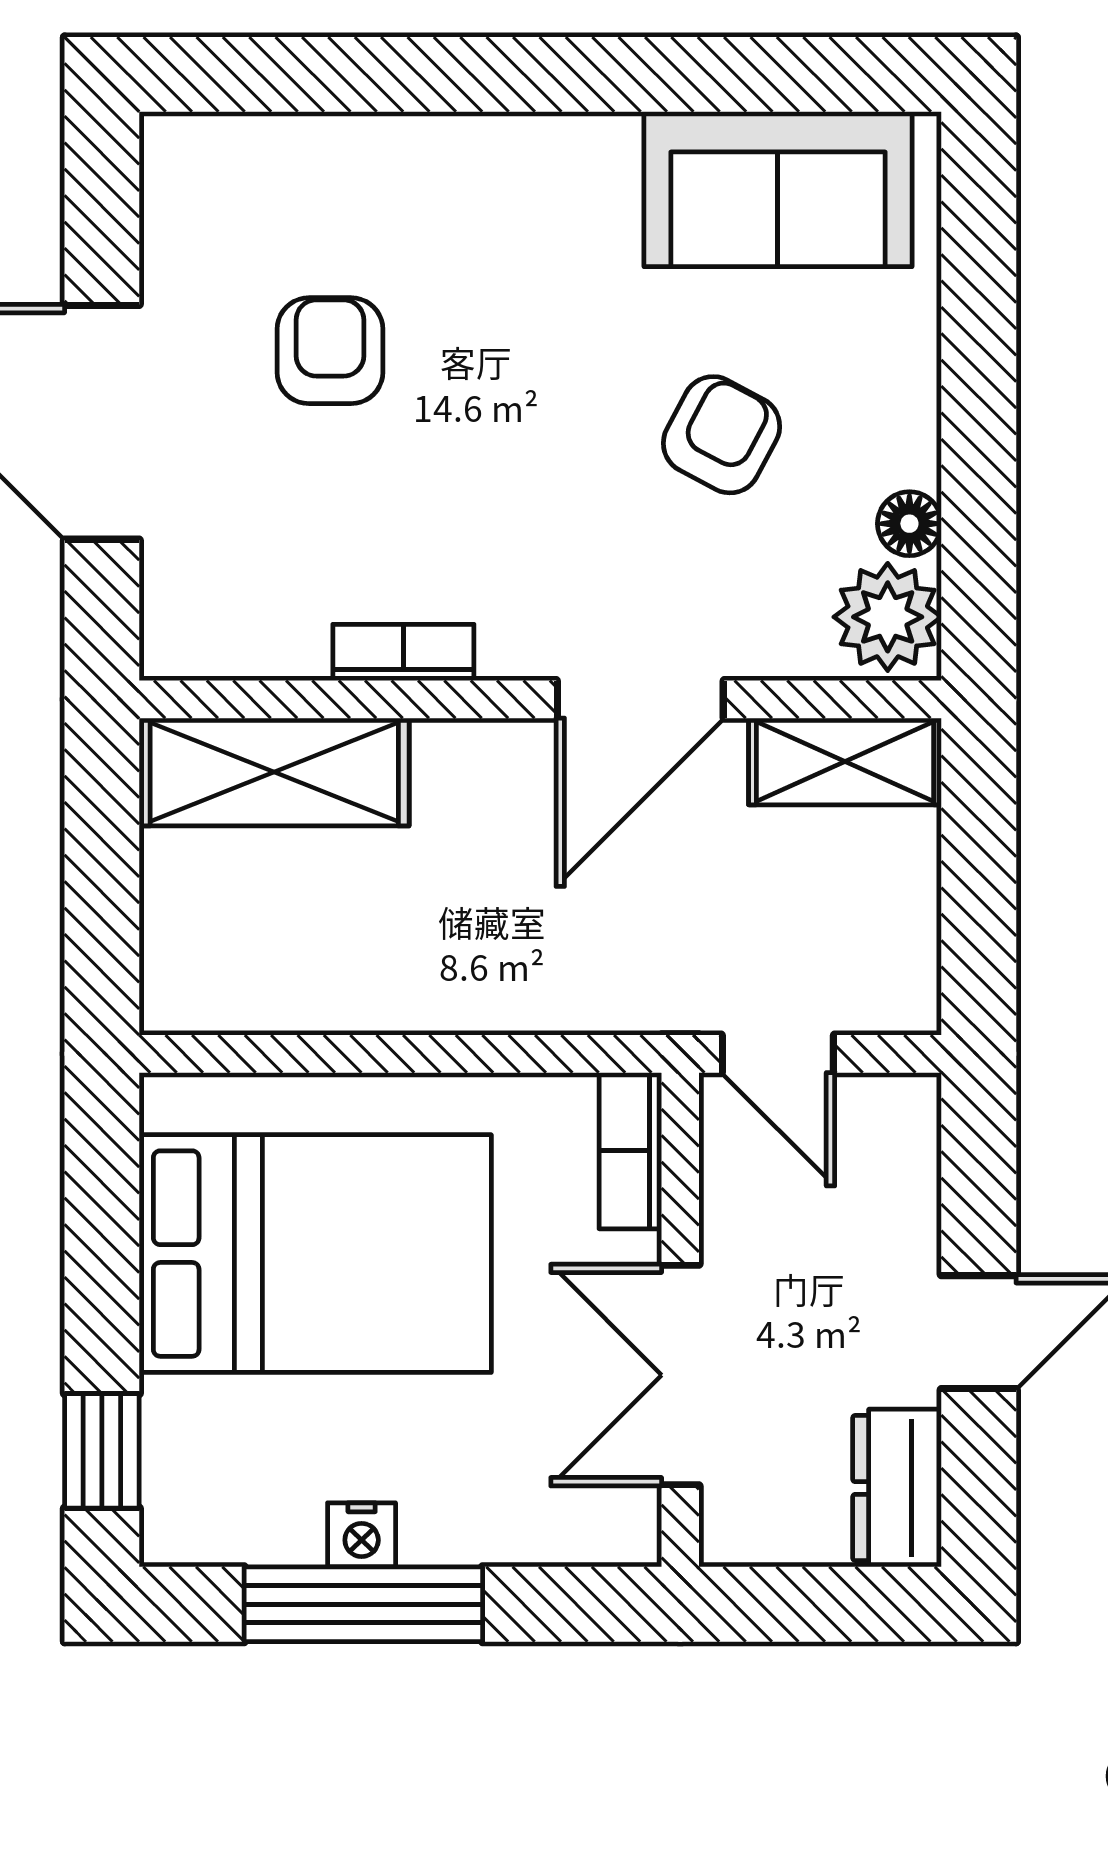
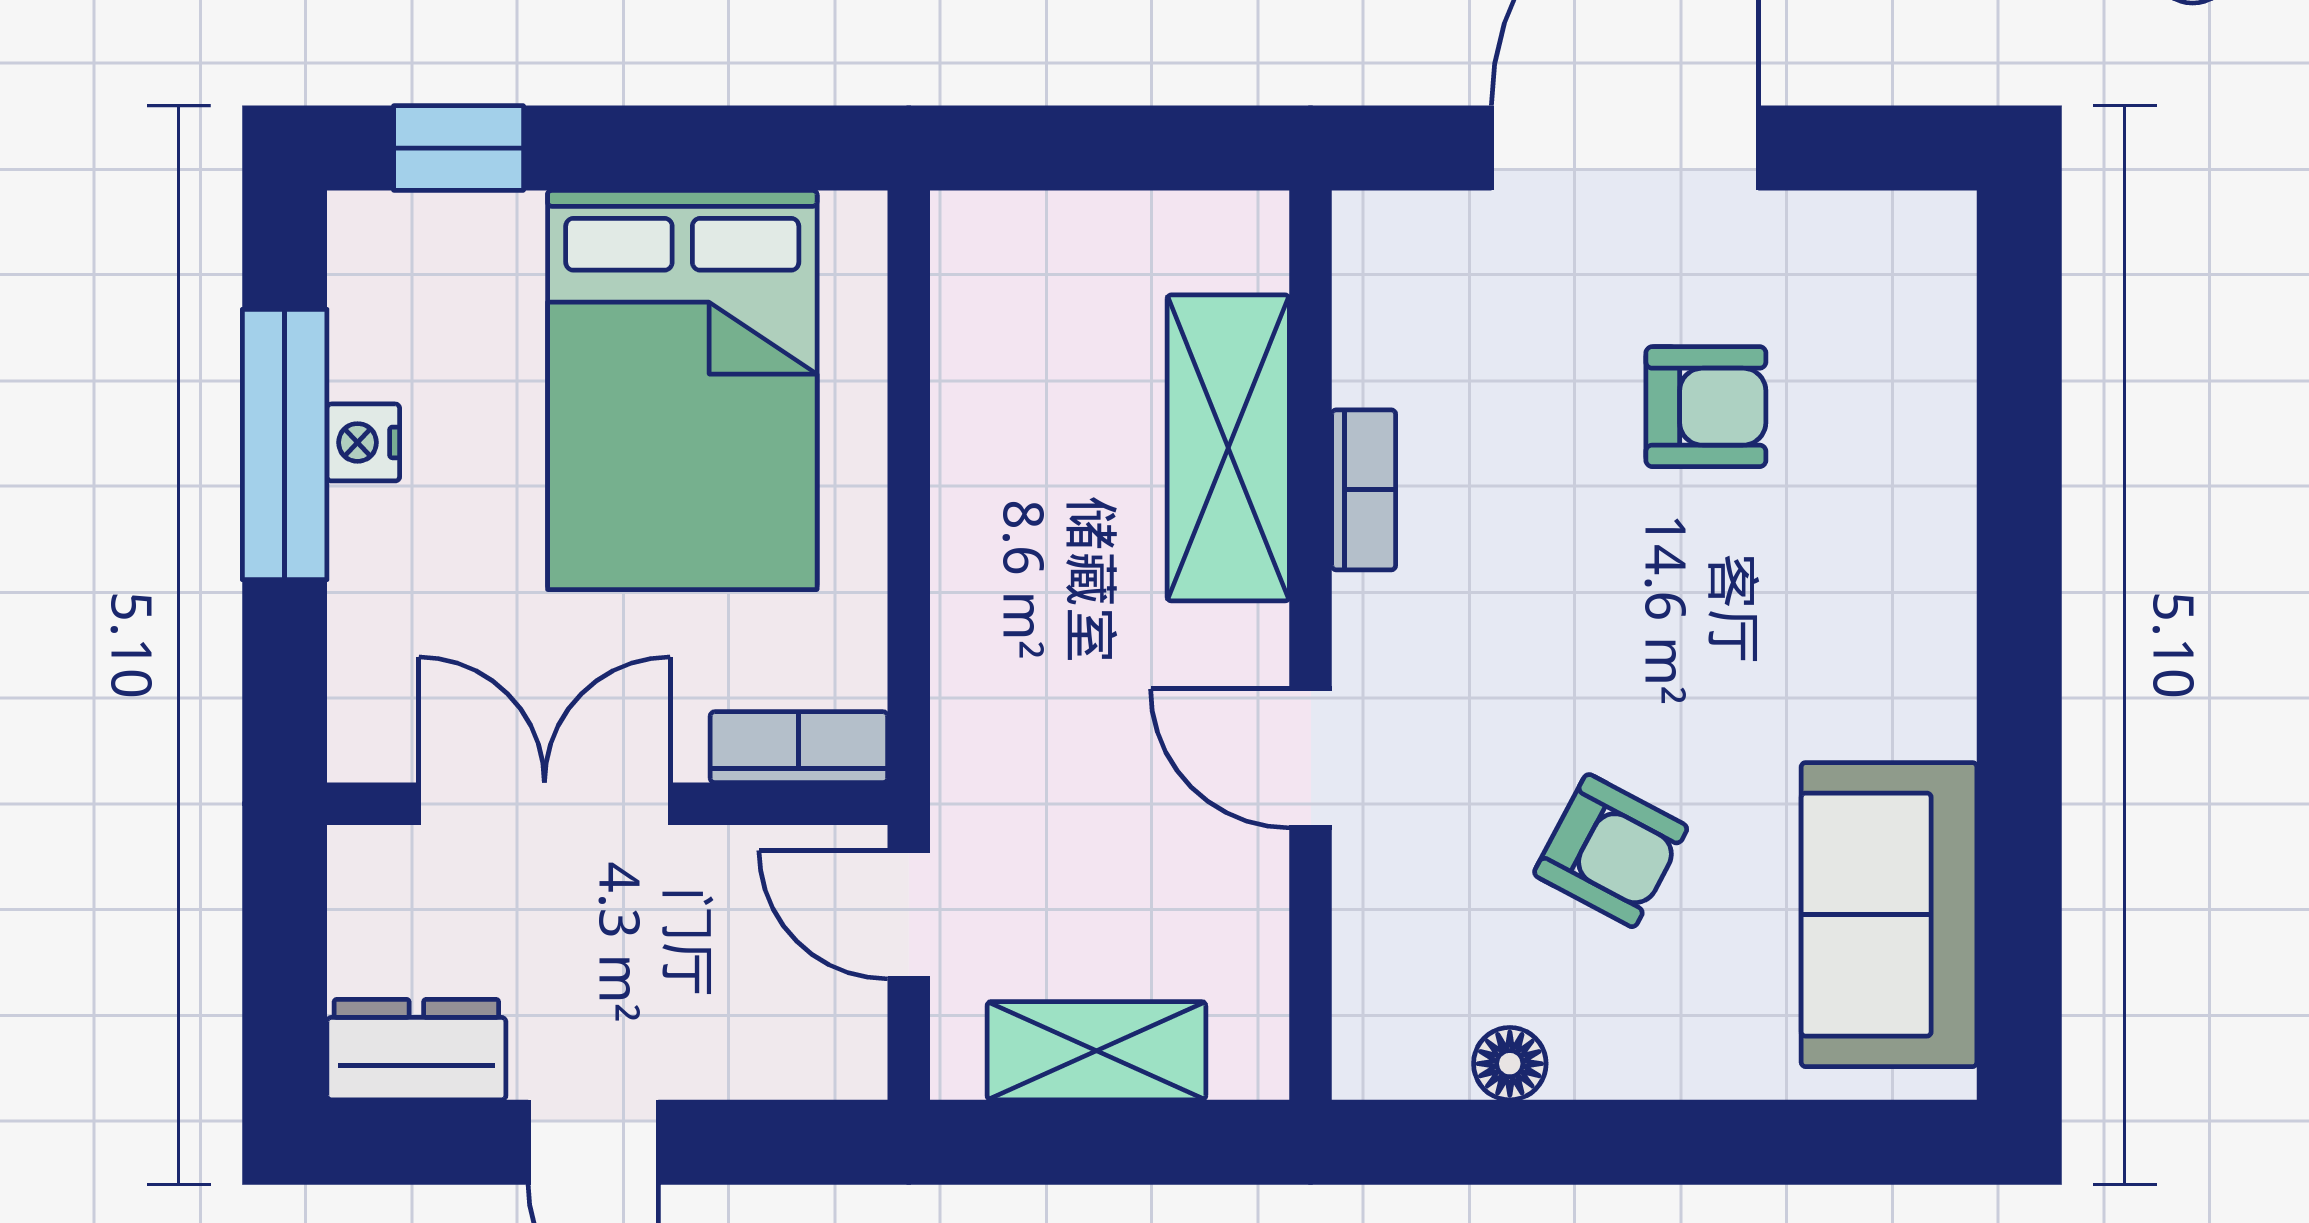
plant: (888, 617) -> (1404, 1039), removed
door: (640, 699) -> (1311, 758), width x0.73
shelving: (845, 761) -> (1096, 1051), moved, turned 90
shelving: (274, 772) -> (1228, 448), moved
door: (778, 1054) -> (909, 915), hinge flipped

